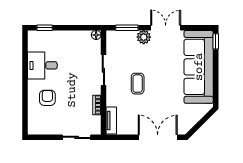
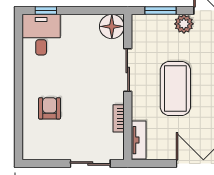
floor lamp: (96, 35) -> (112, 26), width x1.89, depth x1.89
desk: (42, 65) -> (41, 35), moved, turned 90
coffee table: (138, 84) -> (175, 88), width x1.86, depth x1.72

